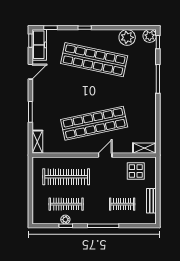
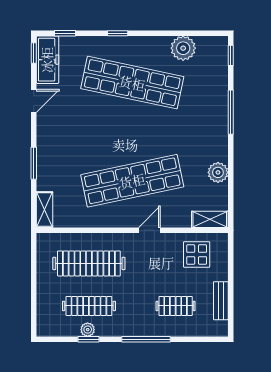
plant: (150, 36) -> (218, 172), moved

